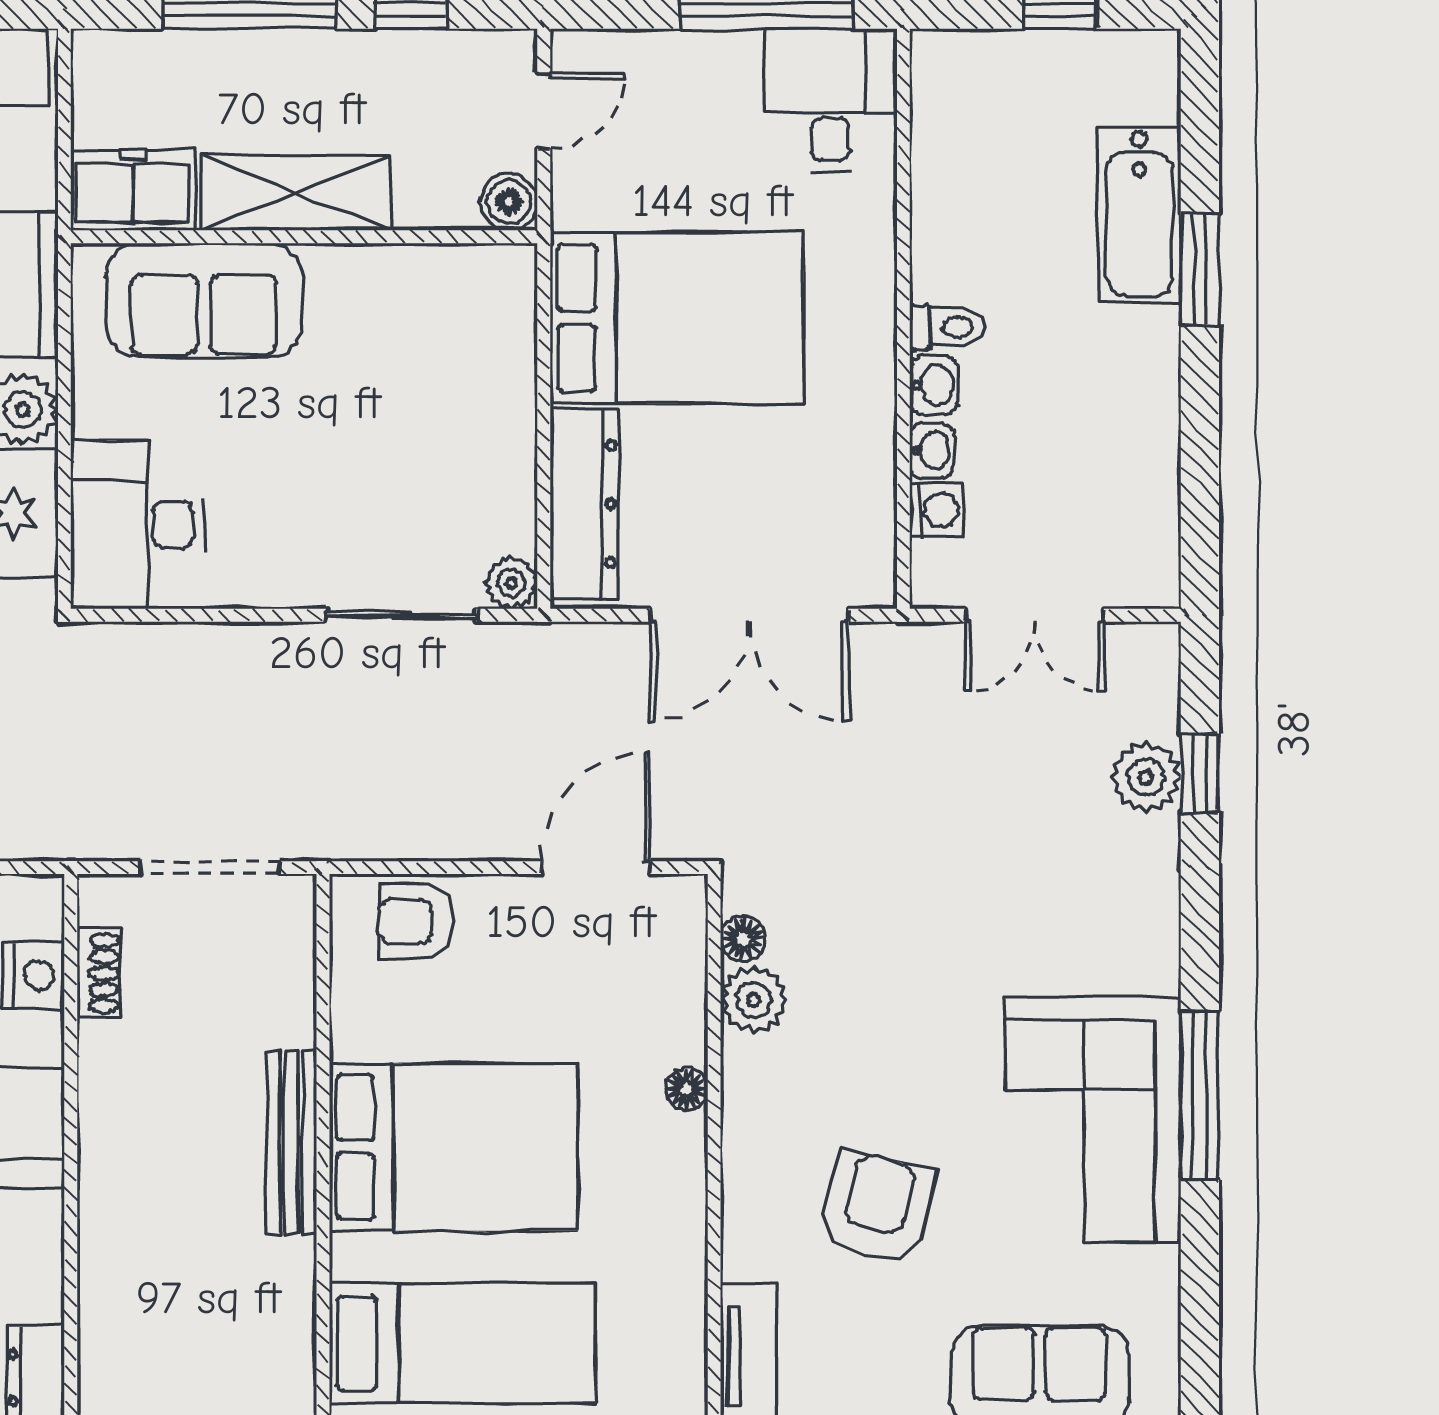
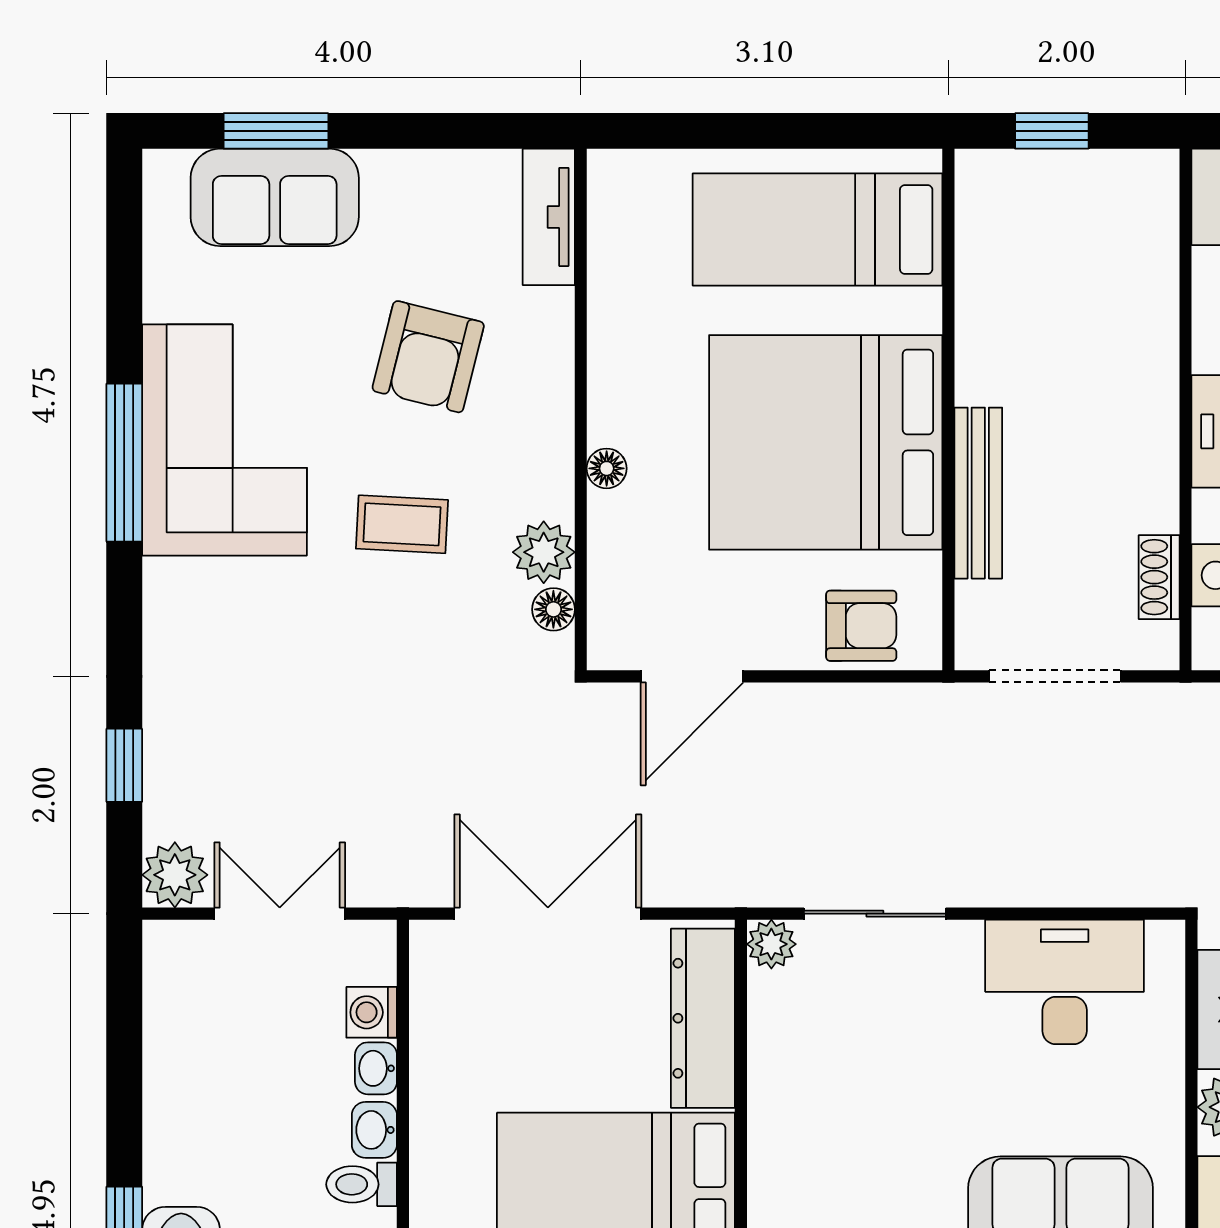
desk: (137, 525) -> (1065, 982), moved, turned -90
plant: (1146, 777) -> (175, 875), moved
coffee table: (904, 1029) -> (402, 524), added
bench: (291, 1142) -> (978, 493), moved
bed: (453, 1147) -> (826, 442), width x1.36

